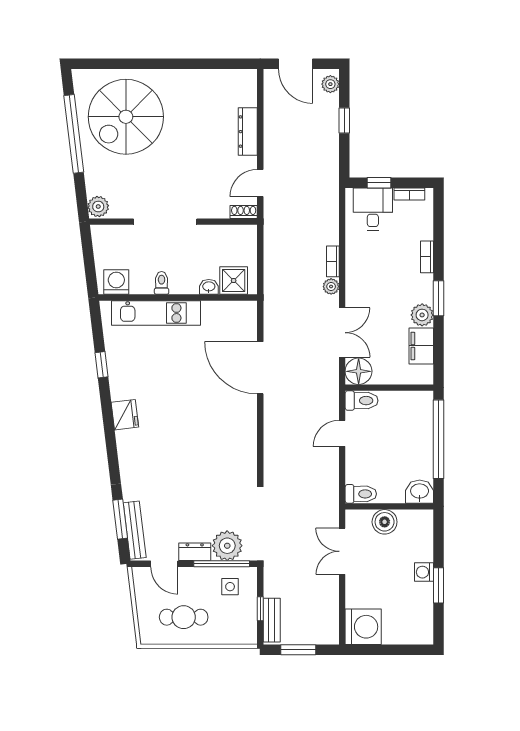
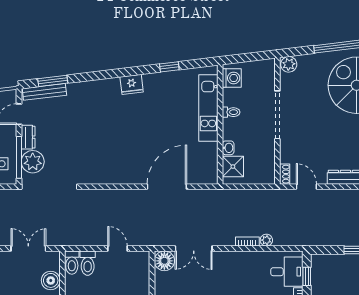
plant: (331, 286) -> (266, 240), moved
toilet: (362, 401) -> (88, 263), moved

